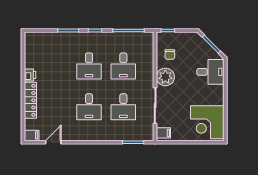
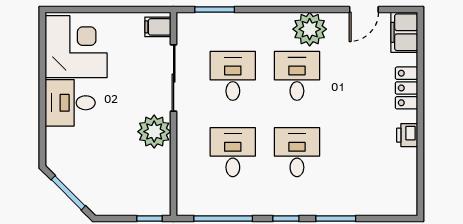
chair: (170, 55) -> (146, 174), removed
desk: (210, 72) -> (70, 103), moved
locker: (30, 100) -> (406, 88), width x0.66
plant: (82, 132) -> (310, 29), added
filing cabinet: (32, 135) -> (404, 32), width x2.00

